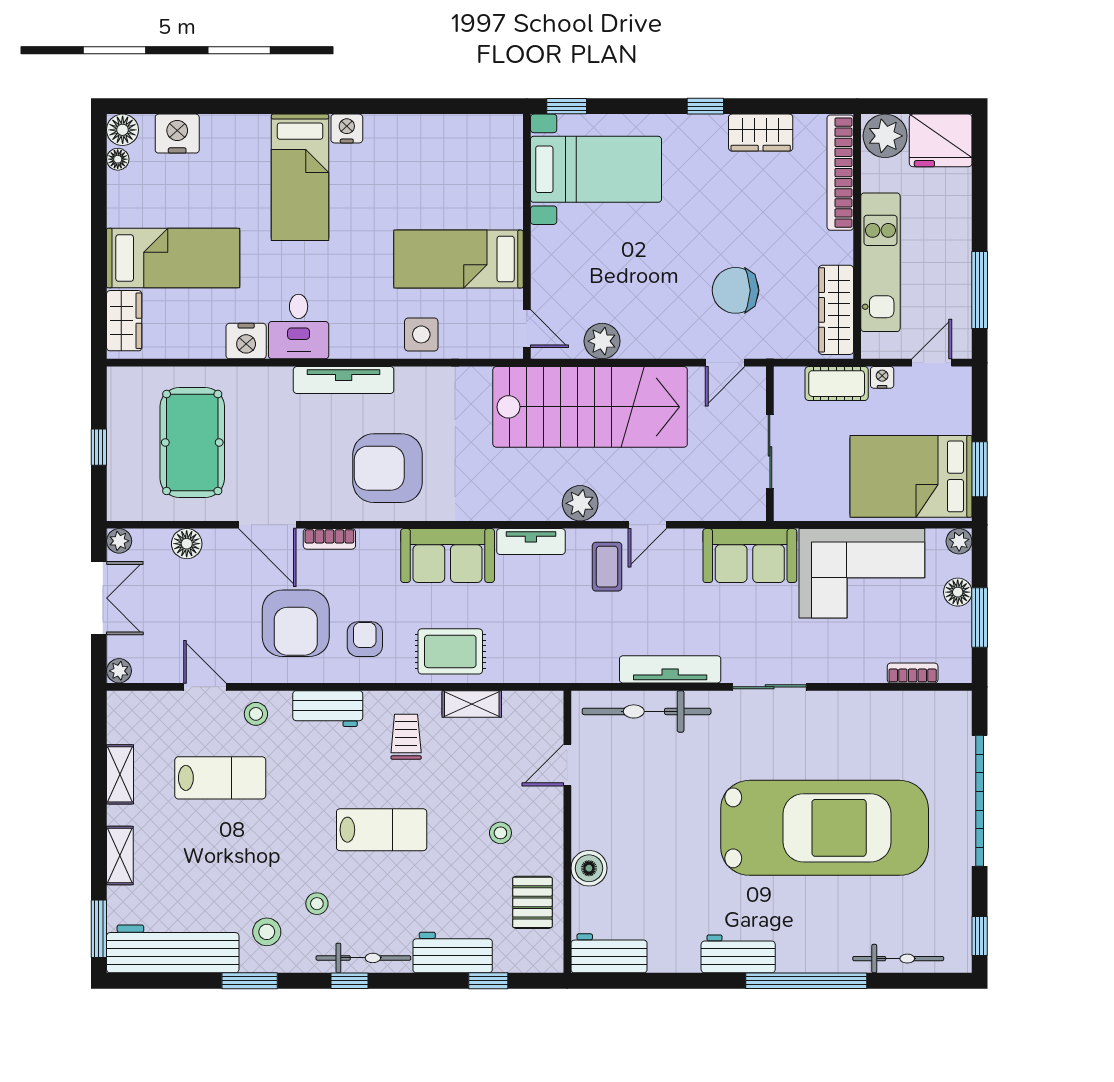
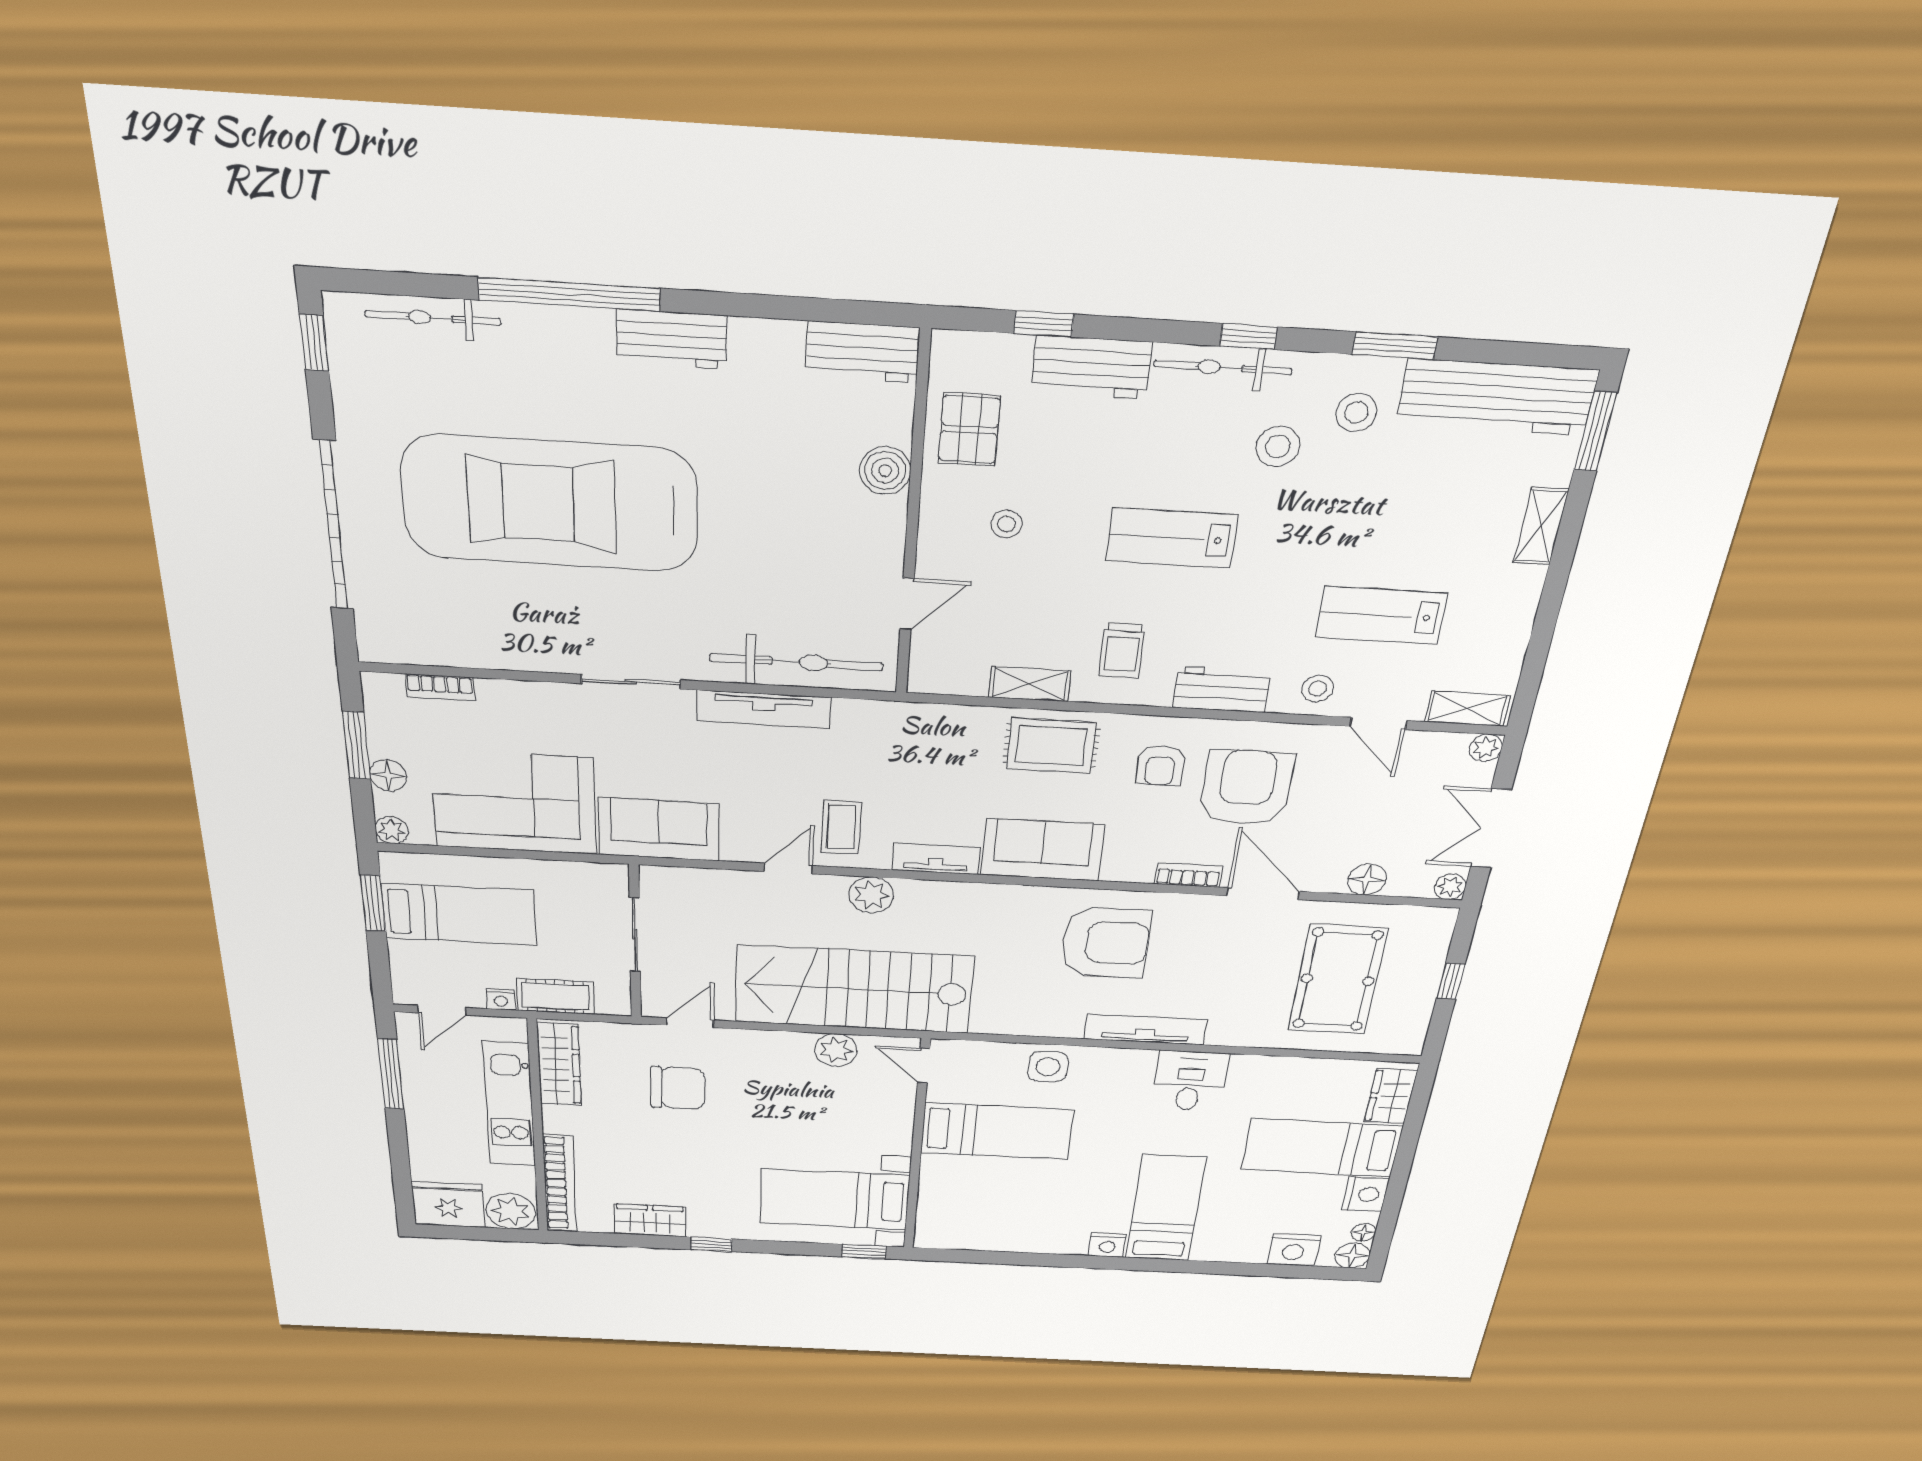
nightstand: (246, 341) -> (1366, 1194), moved, turned 90
bed: (911, 476) -> (459, 914), width x0.67
shelving: (120, 774) -> (1467, 709), moved, turned 90
stool: (317, 904) -> (1278, 446), width x1.37, depth x1.37

